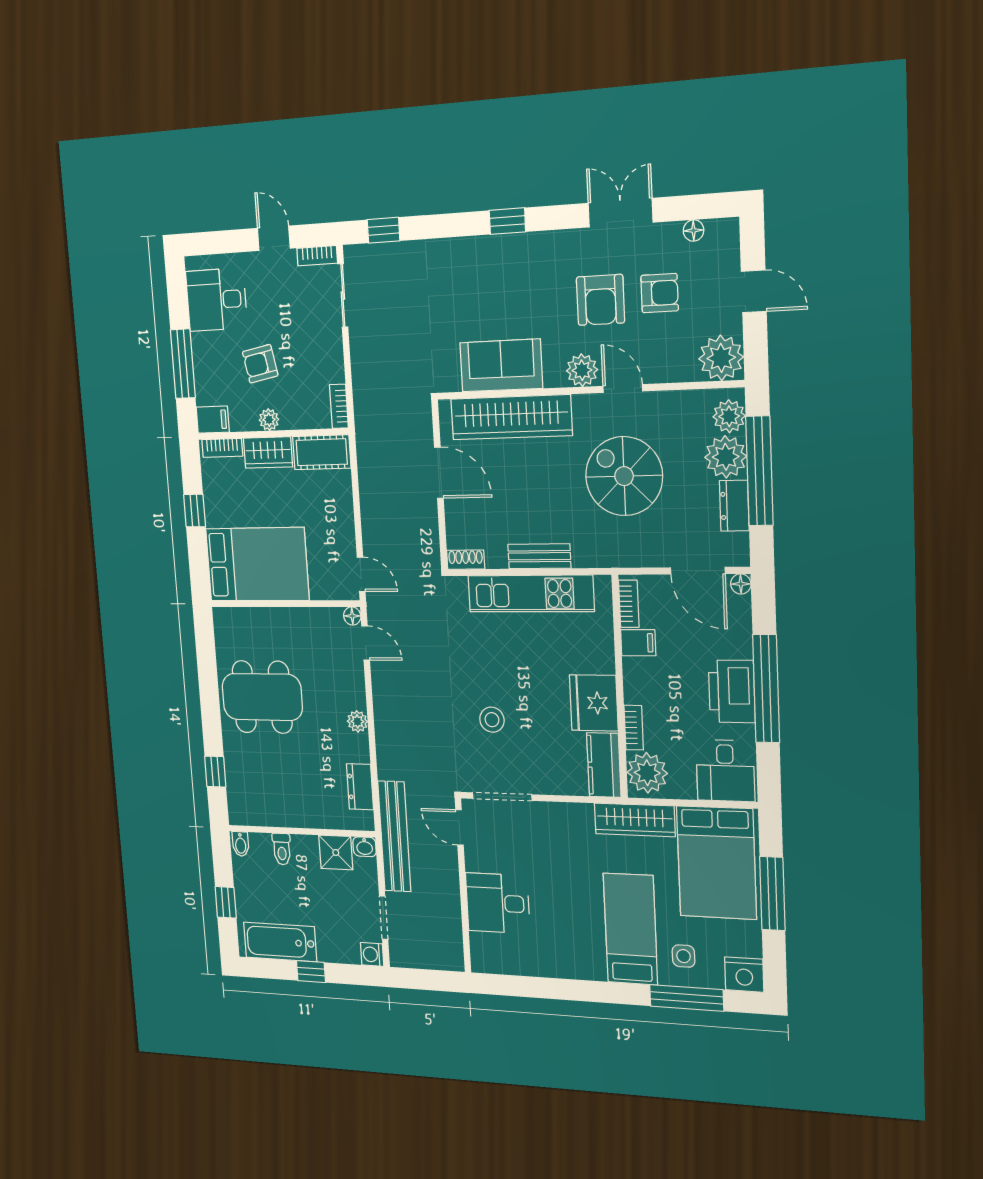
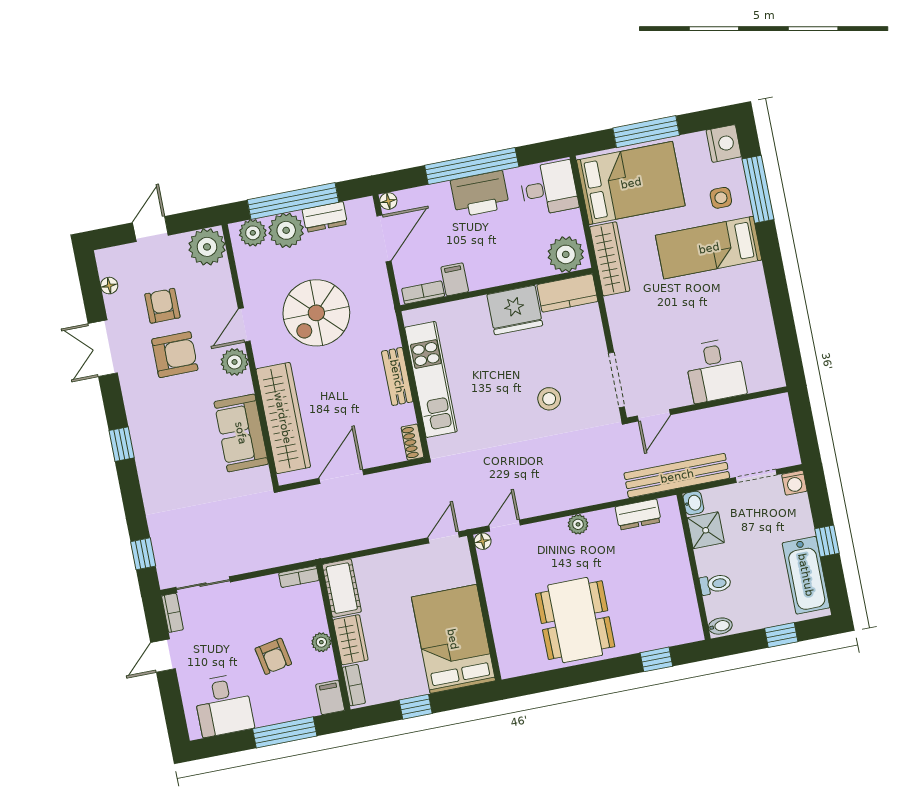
bookcase: (634, 728) -> (529, 272), removed

